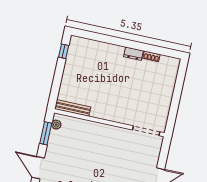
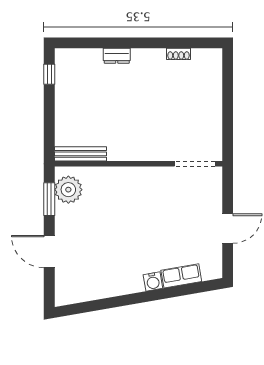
dresser: (133, 54) -> (117, 56), moved
plant: (56, 125) -> (68, 190), width x1.87, depth x1.87

